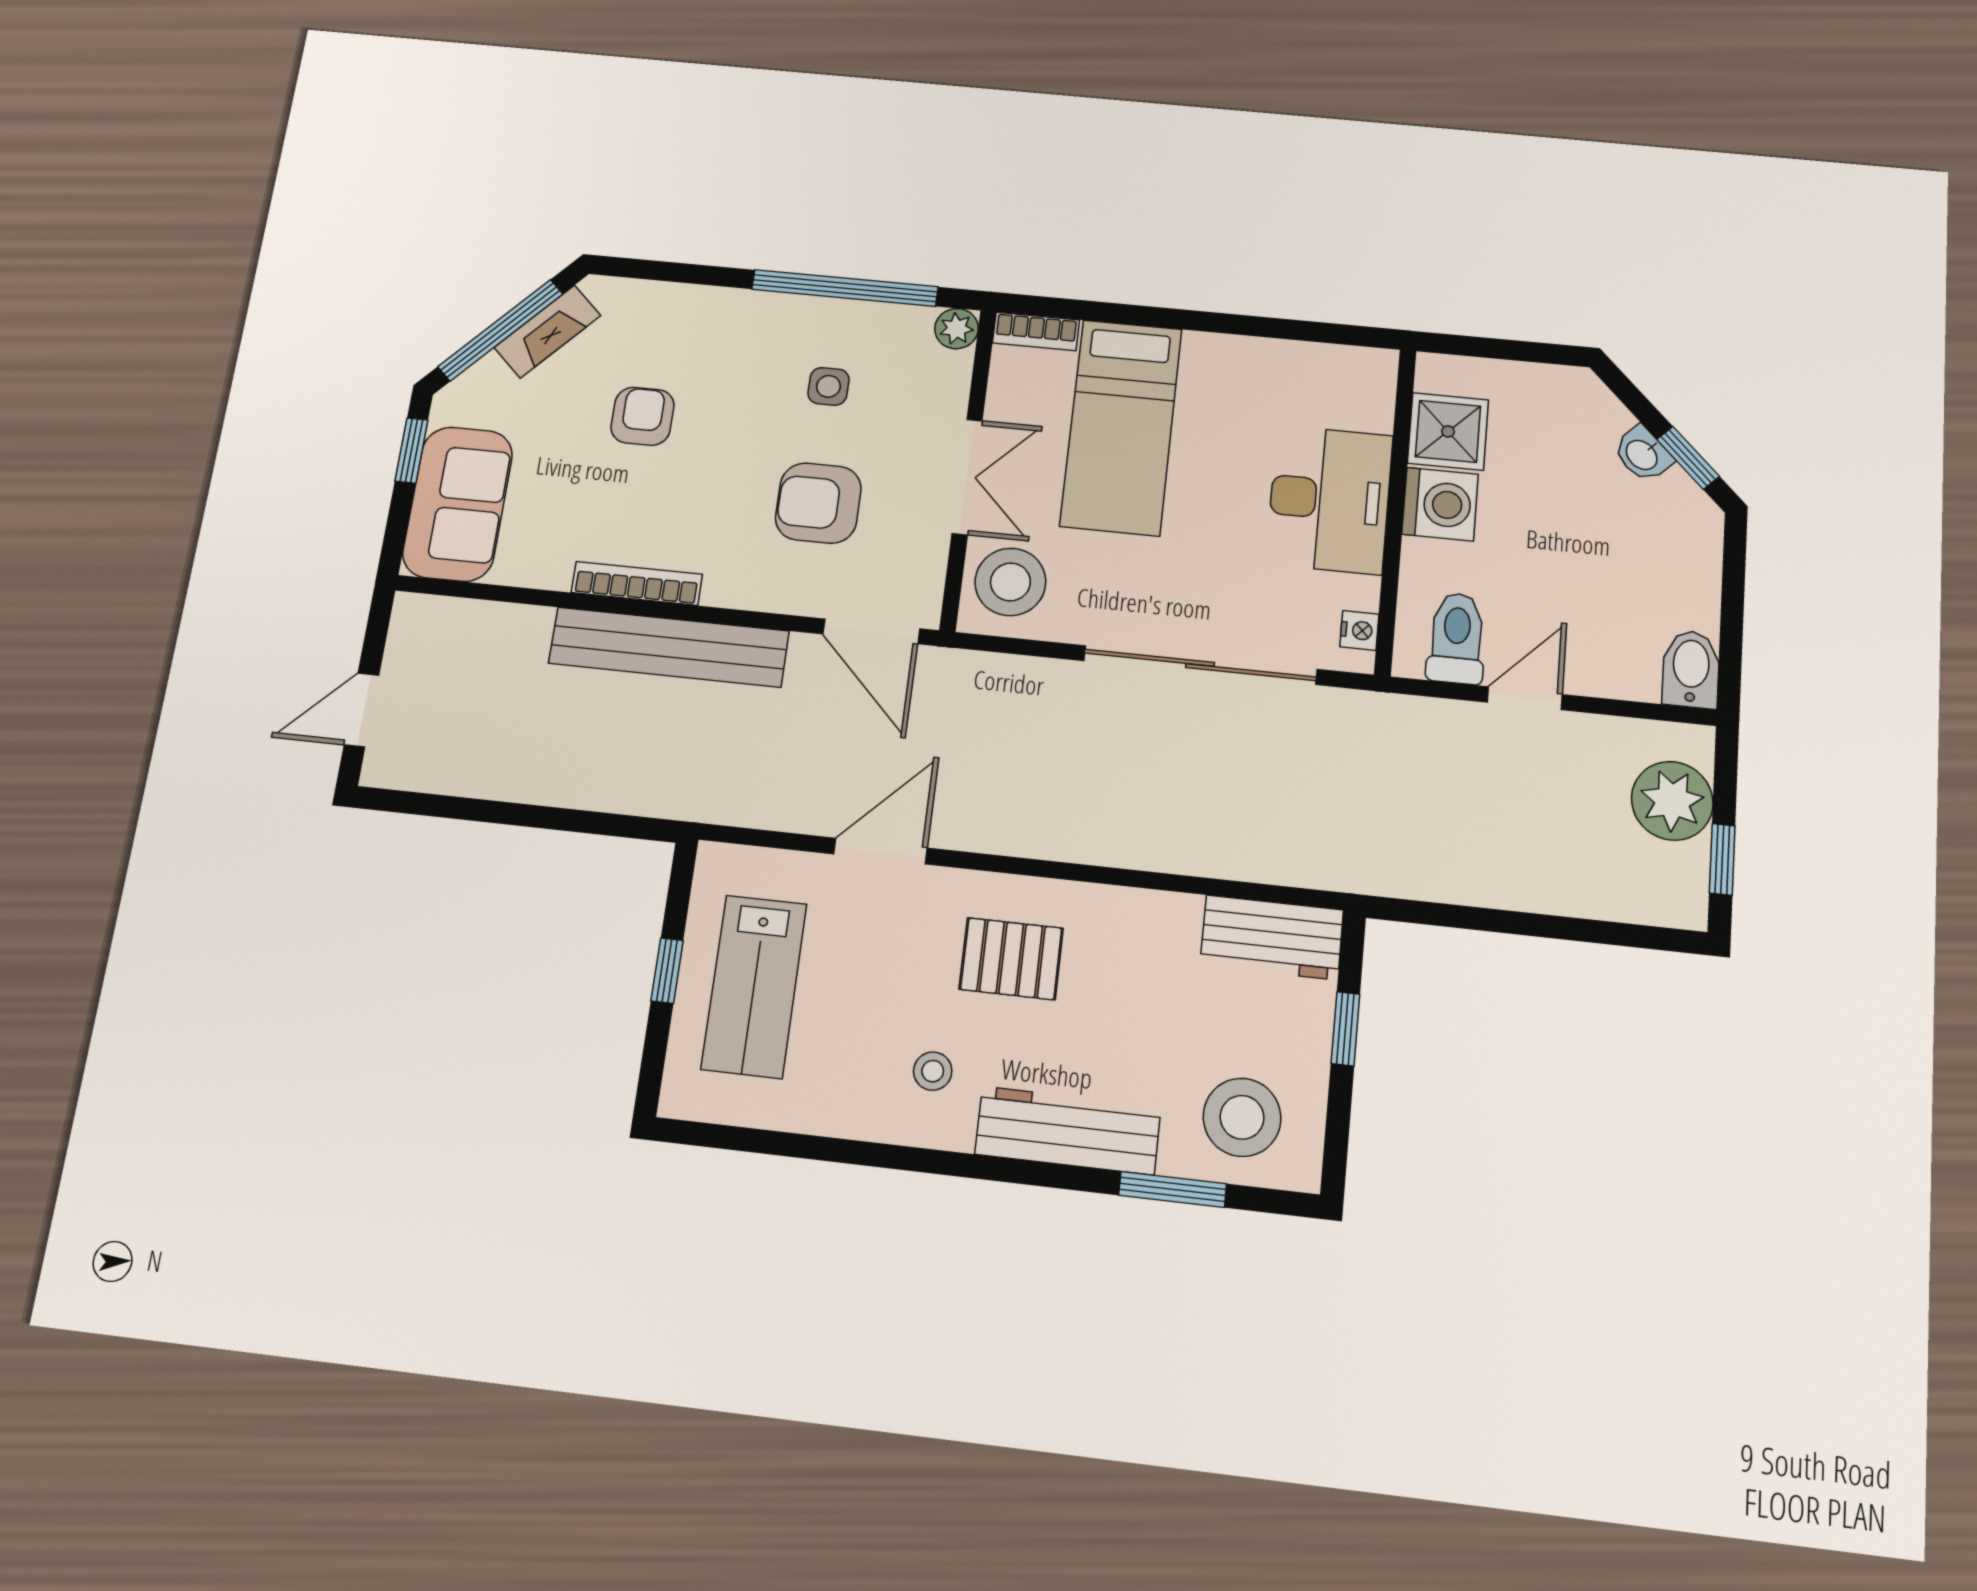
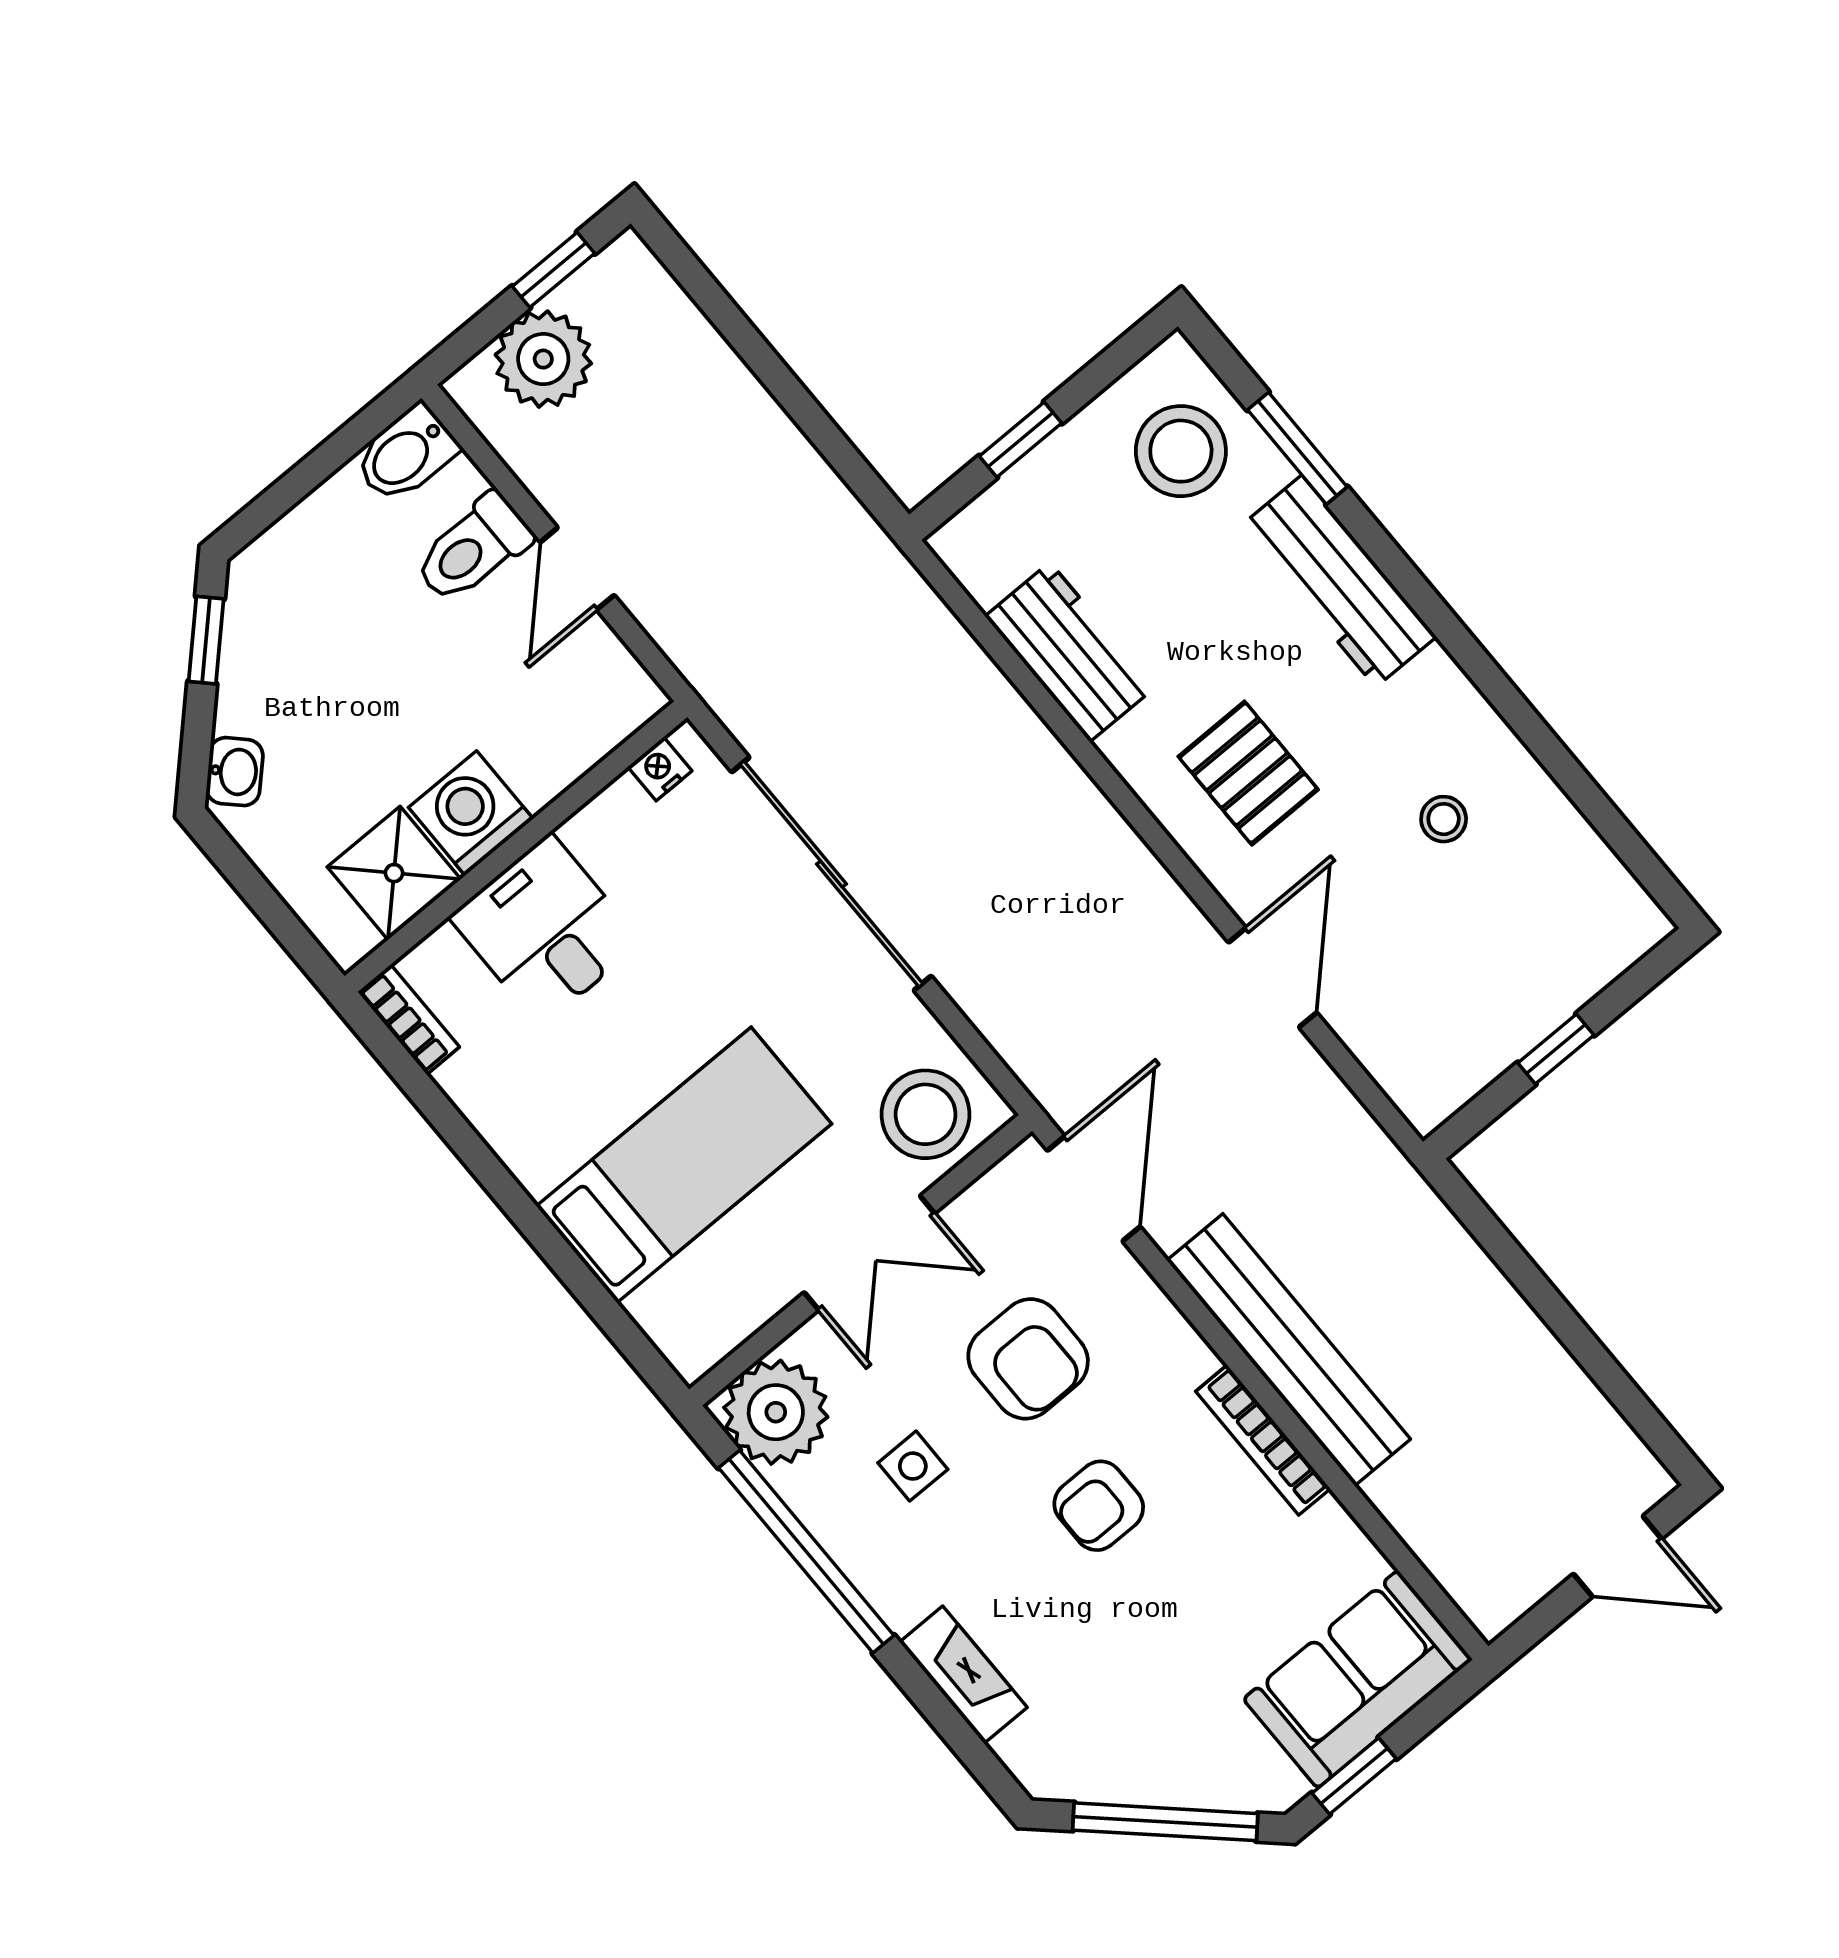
plant: (957, 329) -> (776, 1412), width x1.87, depth x1.87
fireplace: (547, 331) -> (963, 1675), moved, turned 47
bookcase: (1036, 331) -> (409, 1019), moved
armchair: (643, 416) -> (1099, 1506), moved
washbasin: (1643, 454) -> (235, 772), moved
double door: (967, 477) -> (869, 1253), swing flipped
desk: (1329, 499) -> (546, 930), width x0.73
toilet: (1457, 638) -> (473, 549), moved
door: (1525, 698) -> (577, 569), hinge flipped
door: (881, 851) -> (1273, 977), swing flipped
workbench: (1272, 937) -> (1070, 652), moved
lab bench: (754, 986) -> (1493, 963), removed
stool: (933, 1071) -> (1444, 819), moved

